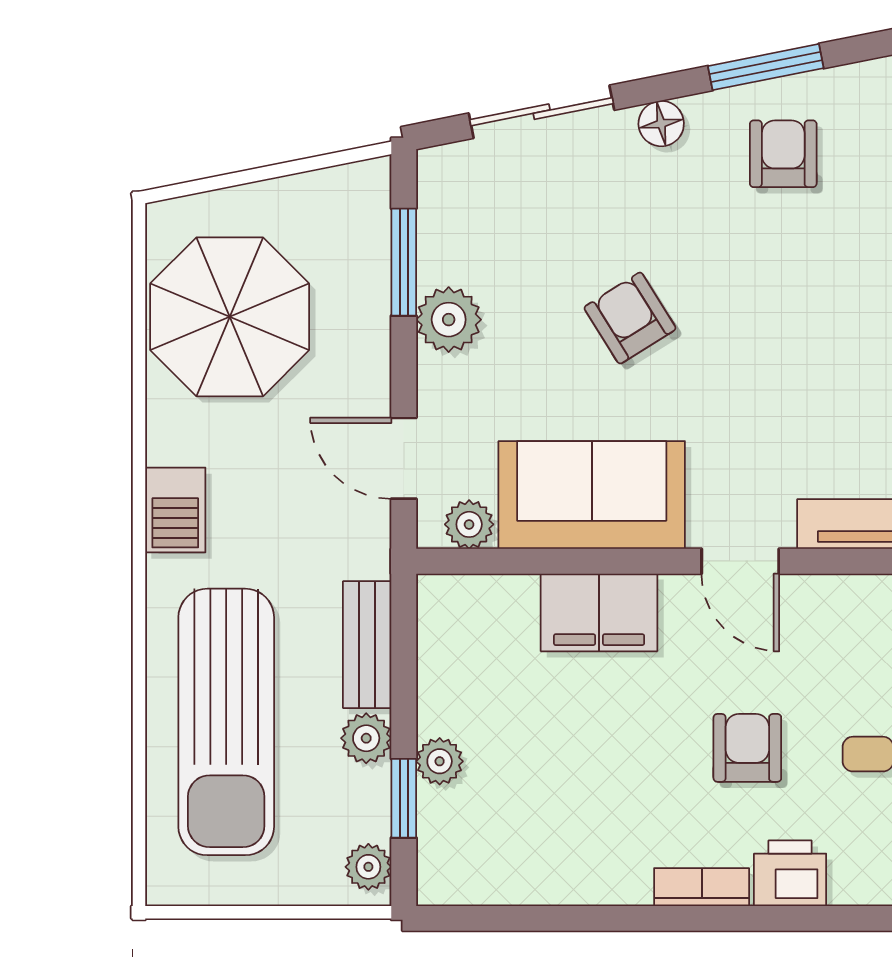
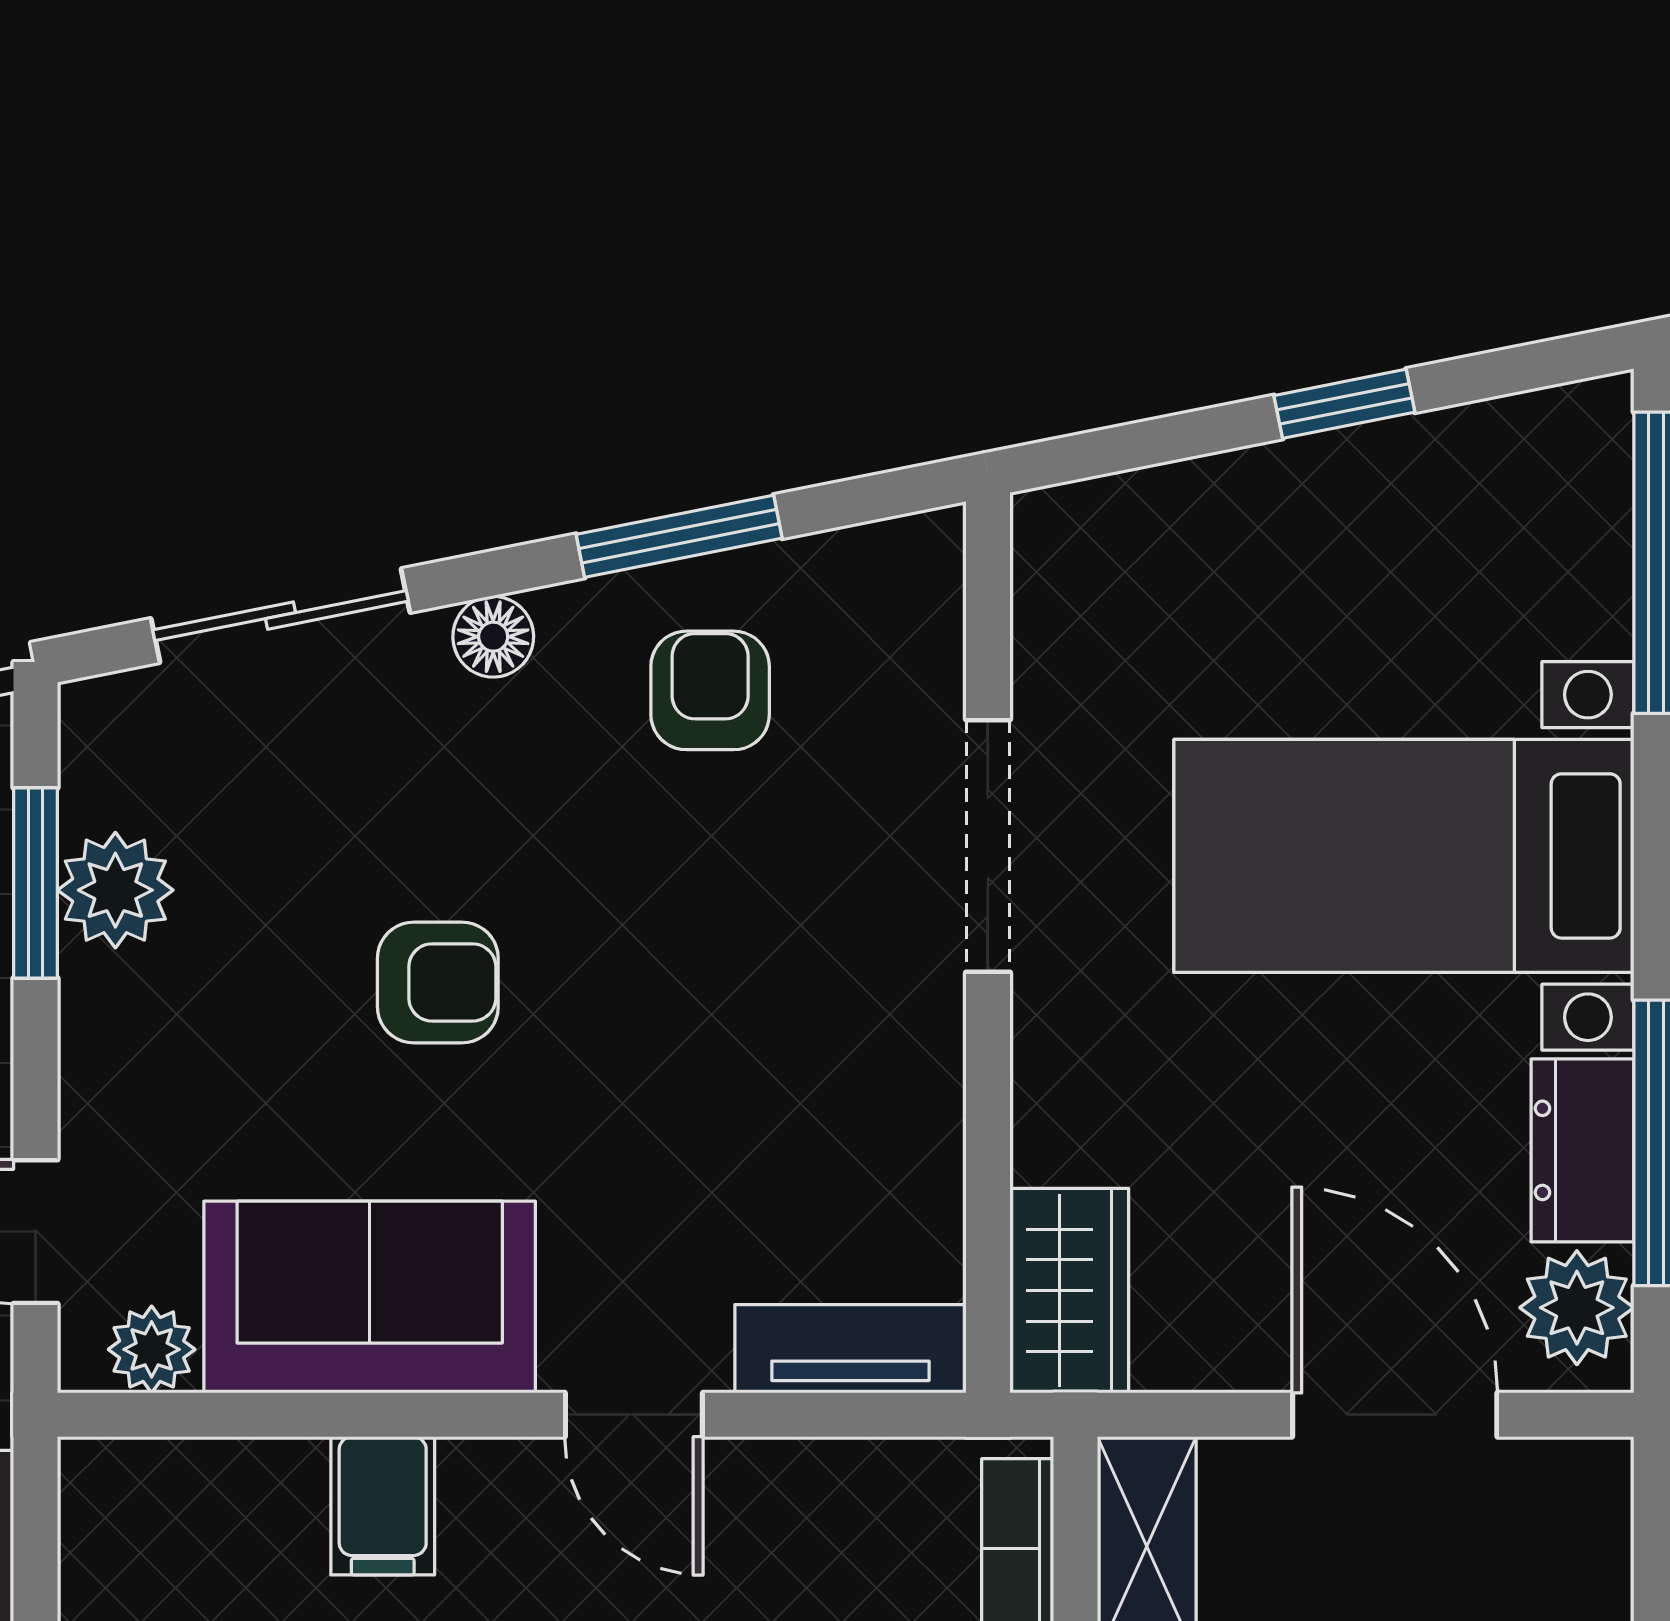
armchair: (630, 318) -> (438, 982), turned 122
plant: (449, 320) -> (115, 890), moved
filing cabinet: (599, 612) -> (383, 1506), width x0.50

